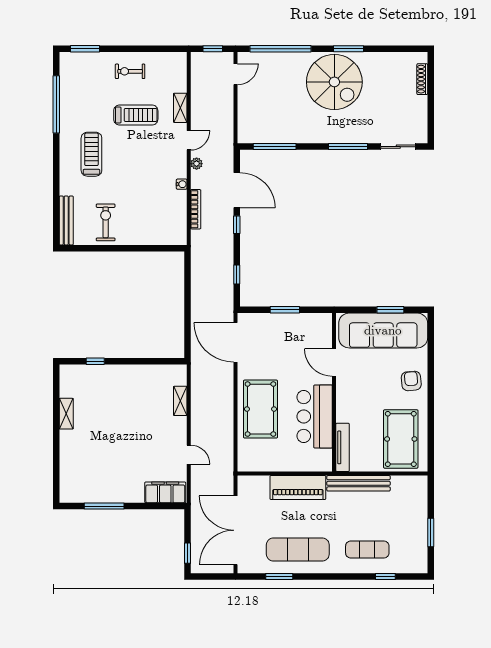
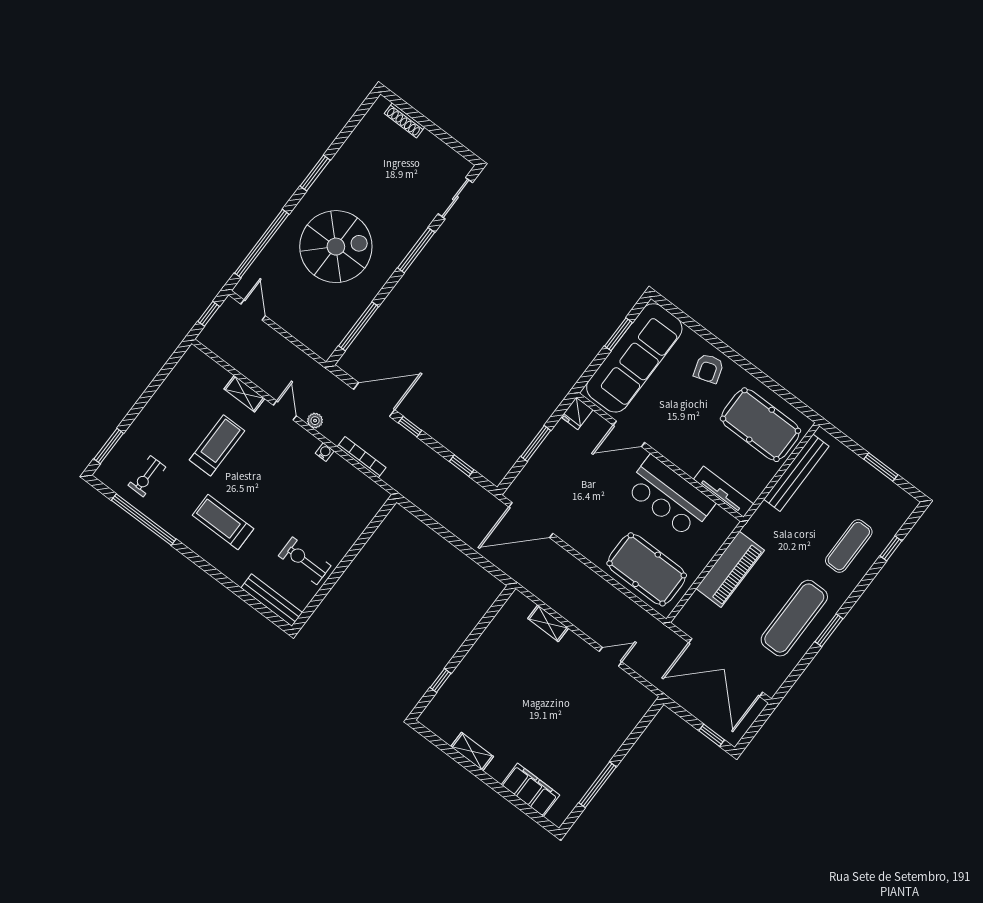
exercise bike: (130, 71) -> (147, 476), moved
spiral stairs: (334, 82) -> (336, 247), moved
fridge: (322, 321) -> (577, 413), added
armchair: (411, 381) -> (709, 368), turned -103
pool table: (260, 409) -> (647, 569), moved
bench: (358, 483) -> (796, 473), moved
filing cabinet: (165, 492) -> (530, 790), moved, turned 90
window: (279, 576) -> (829, 630), moved

